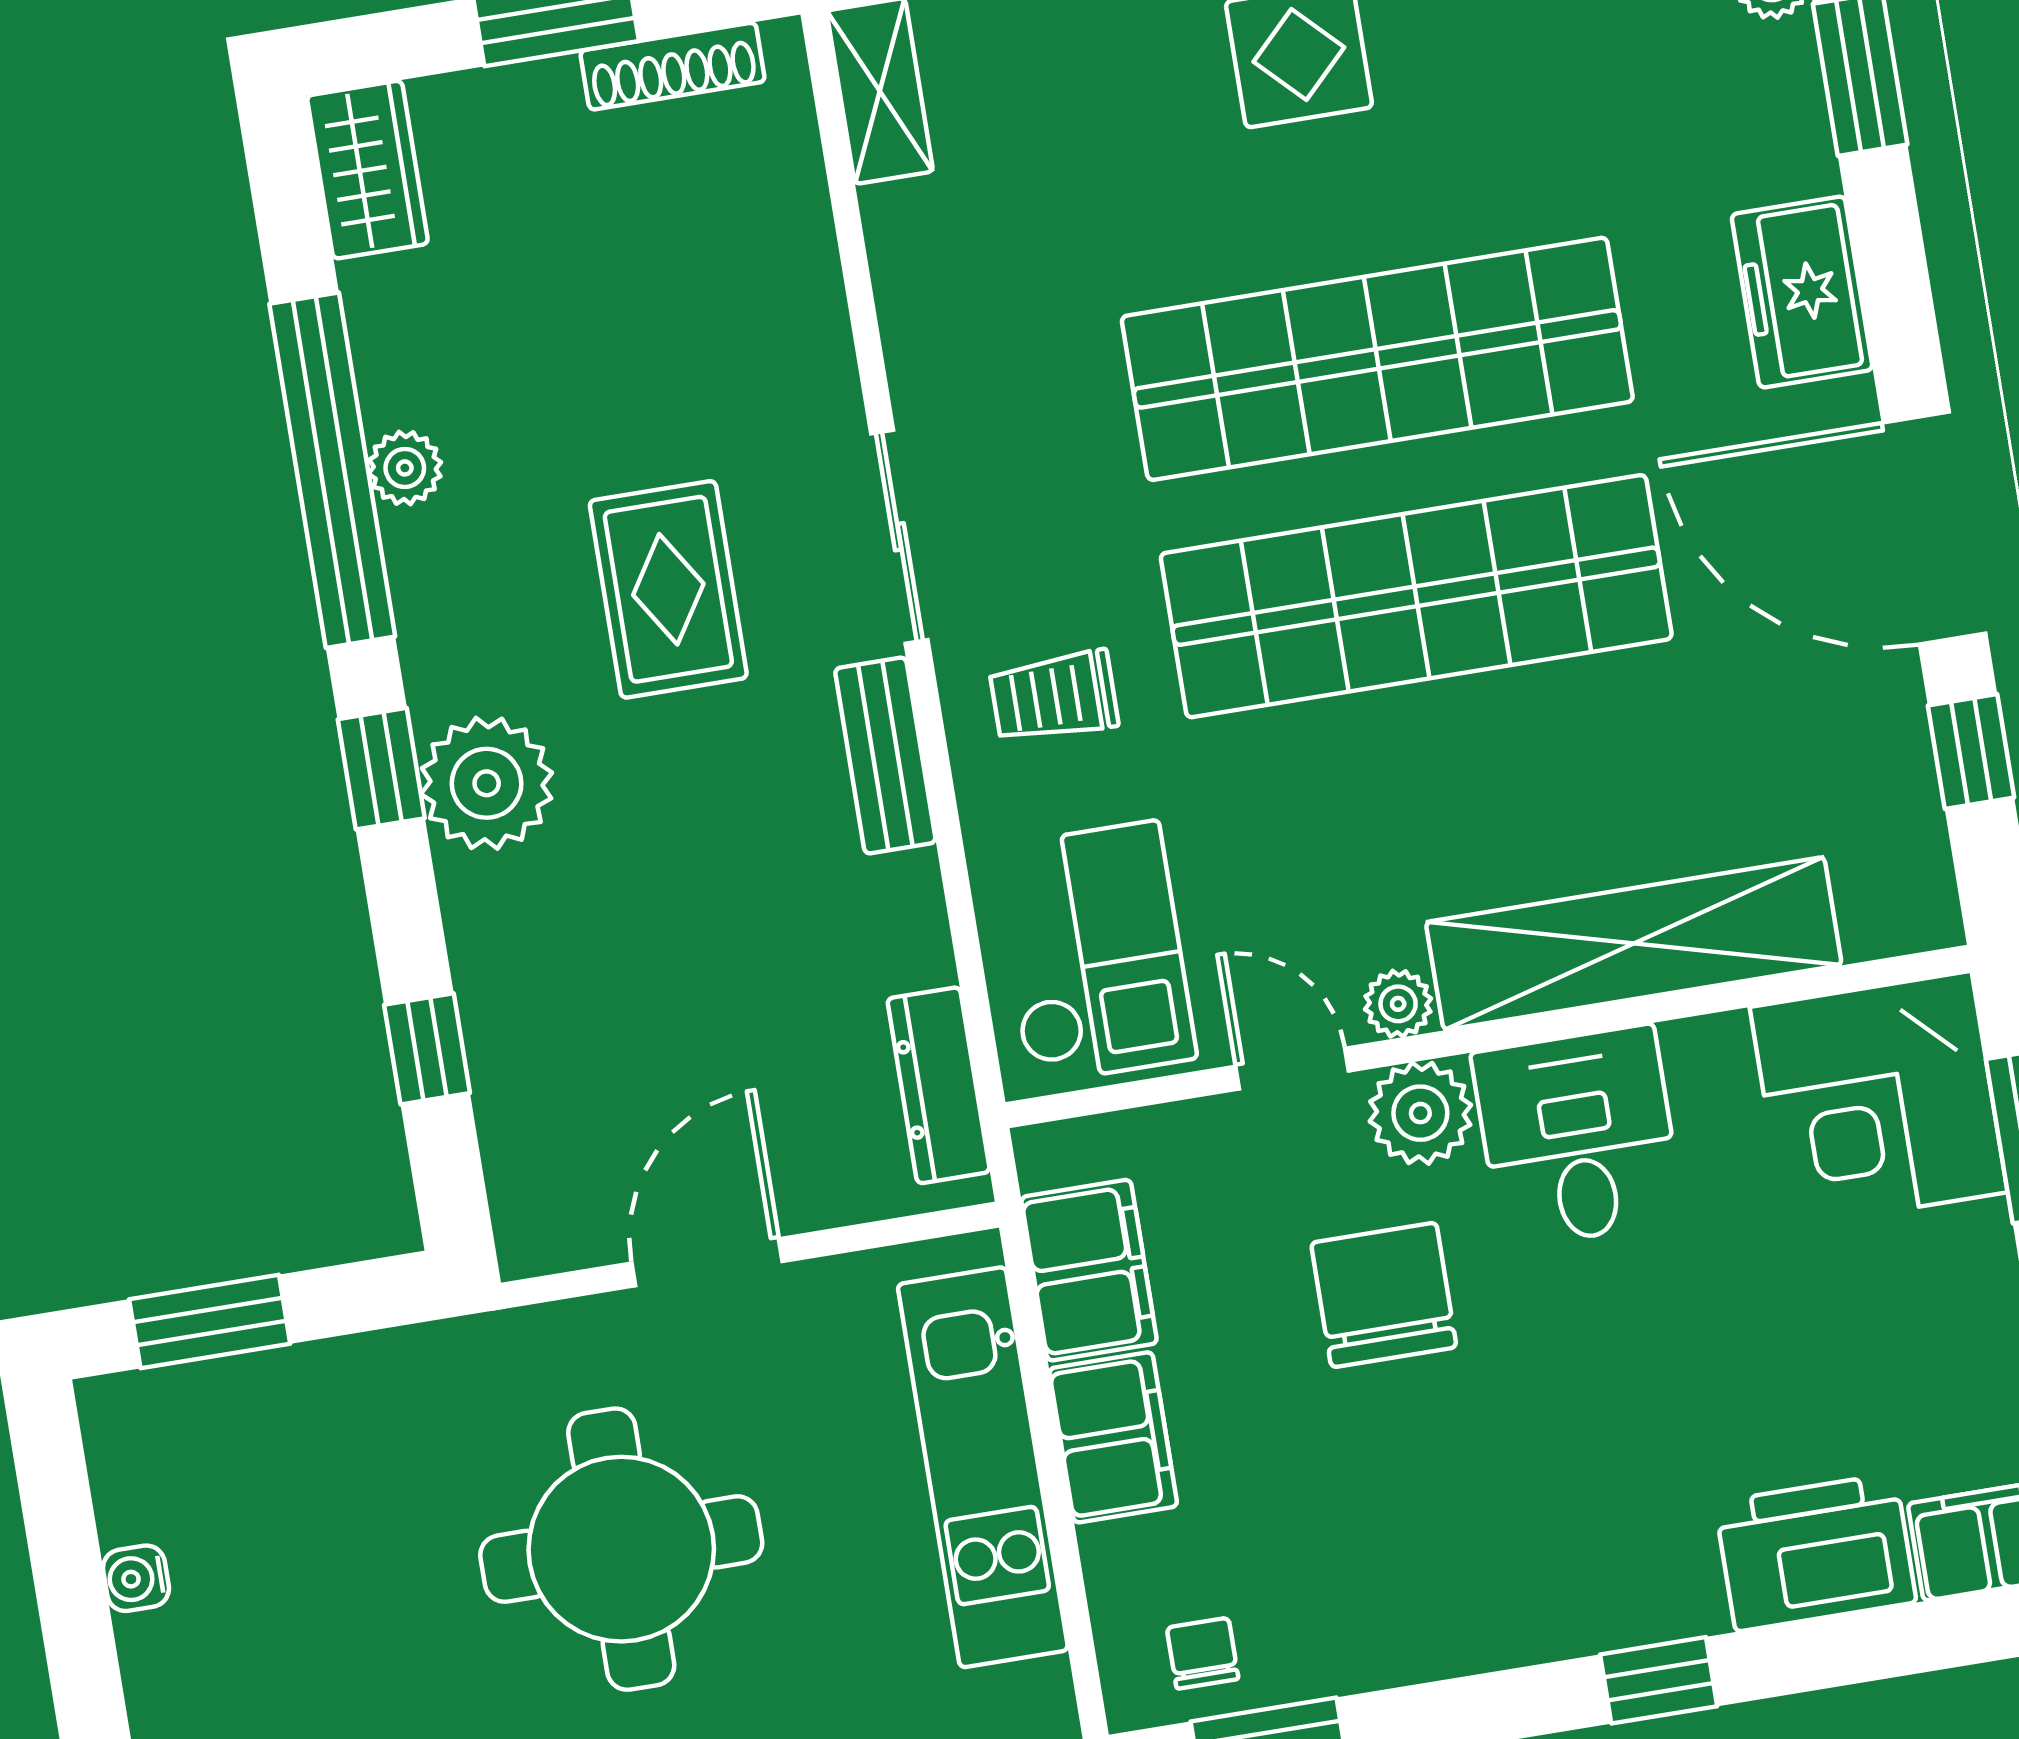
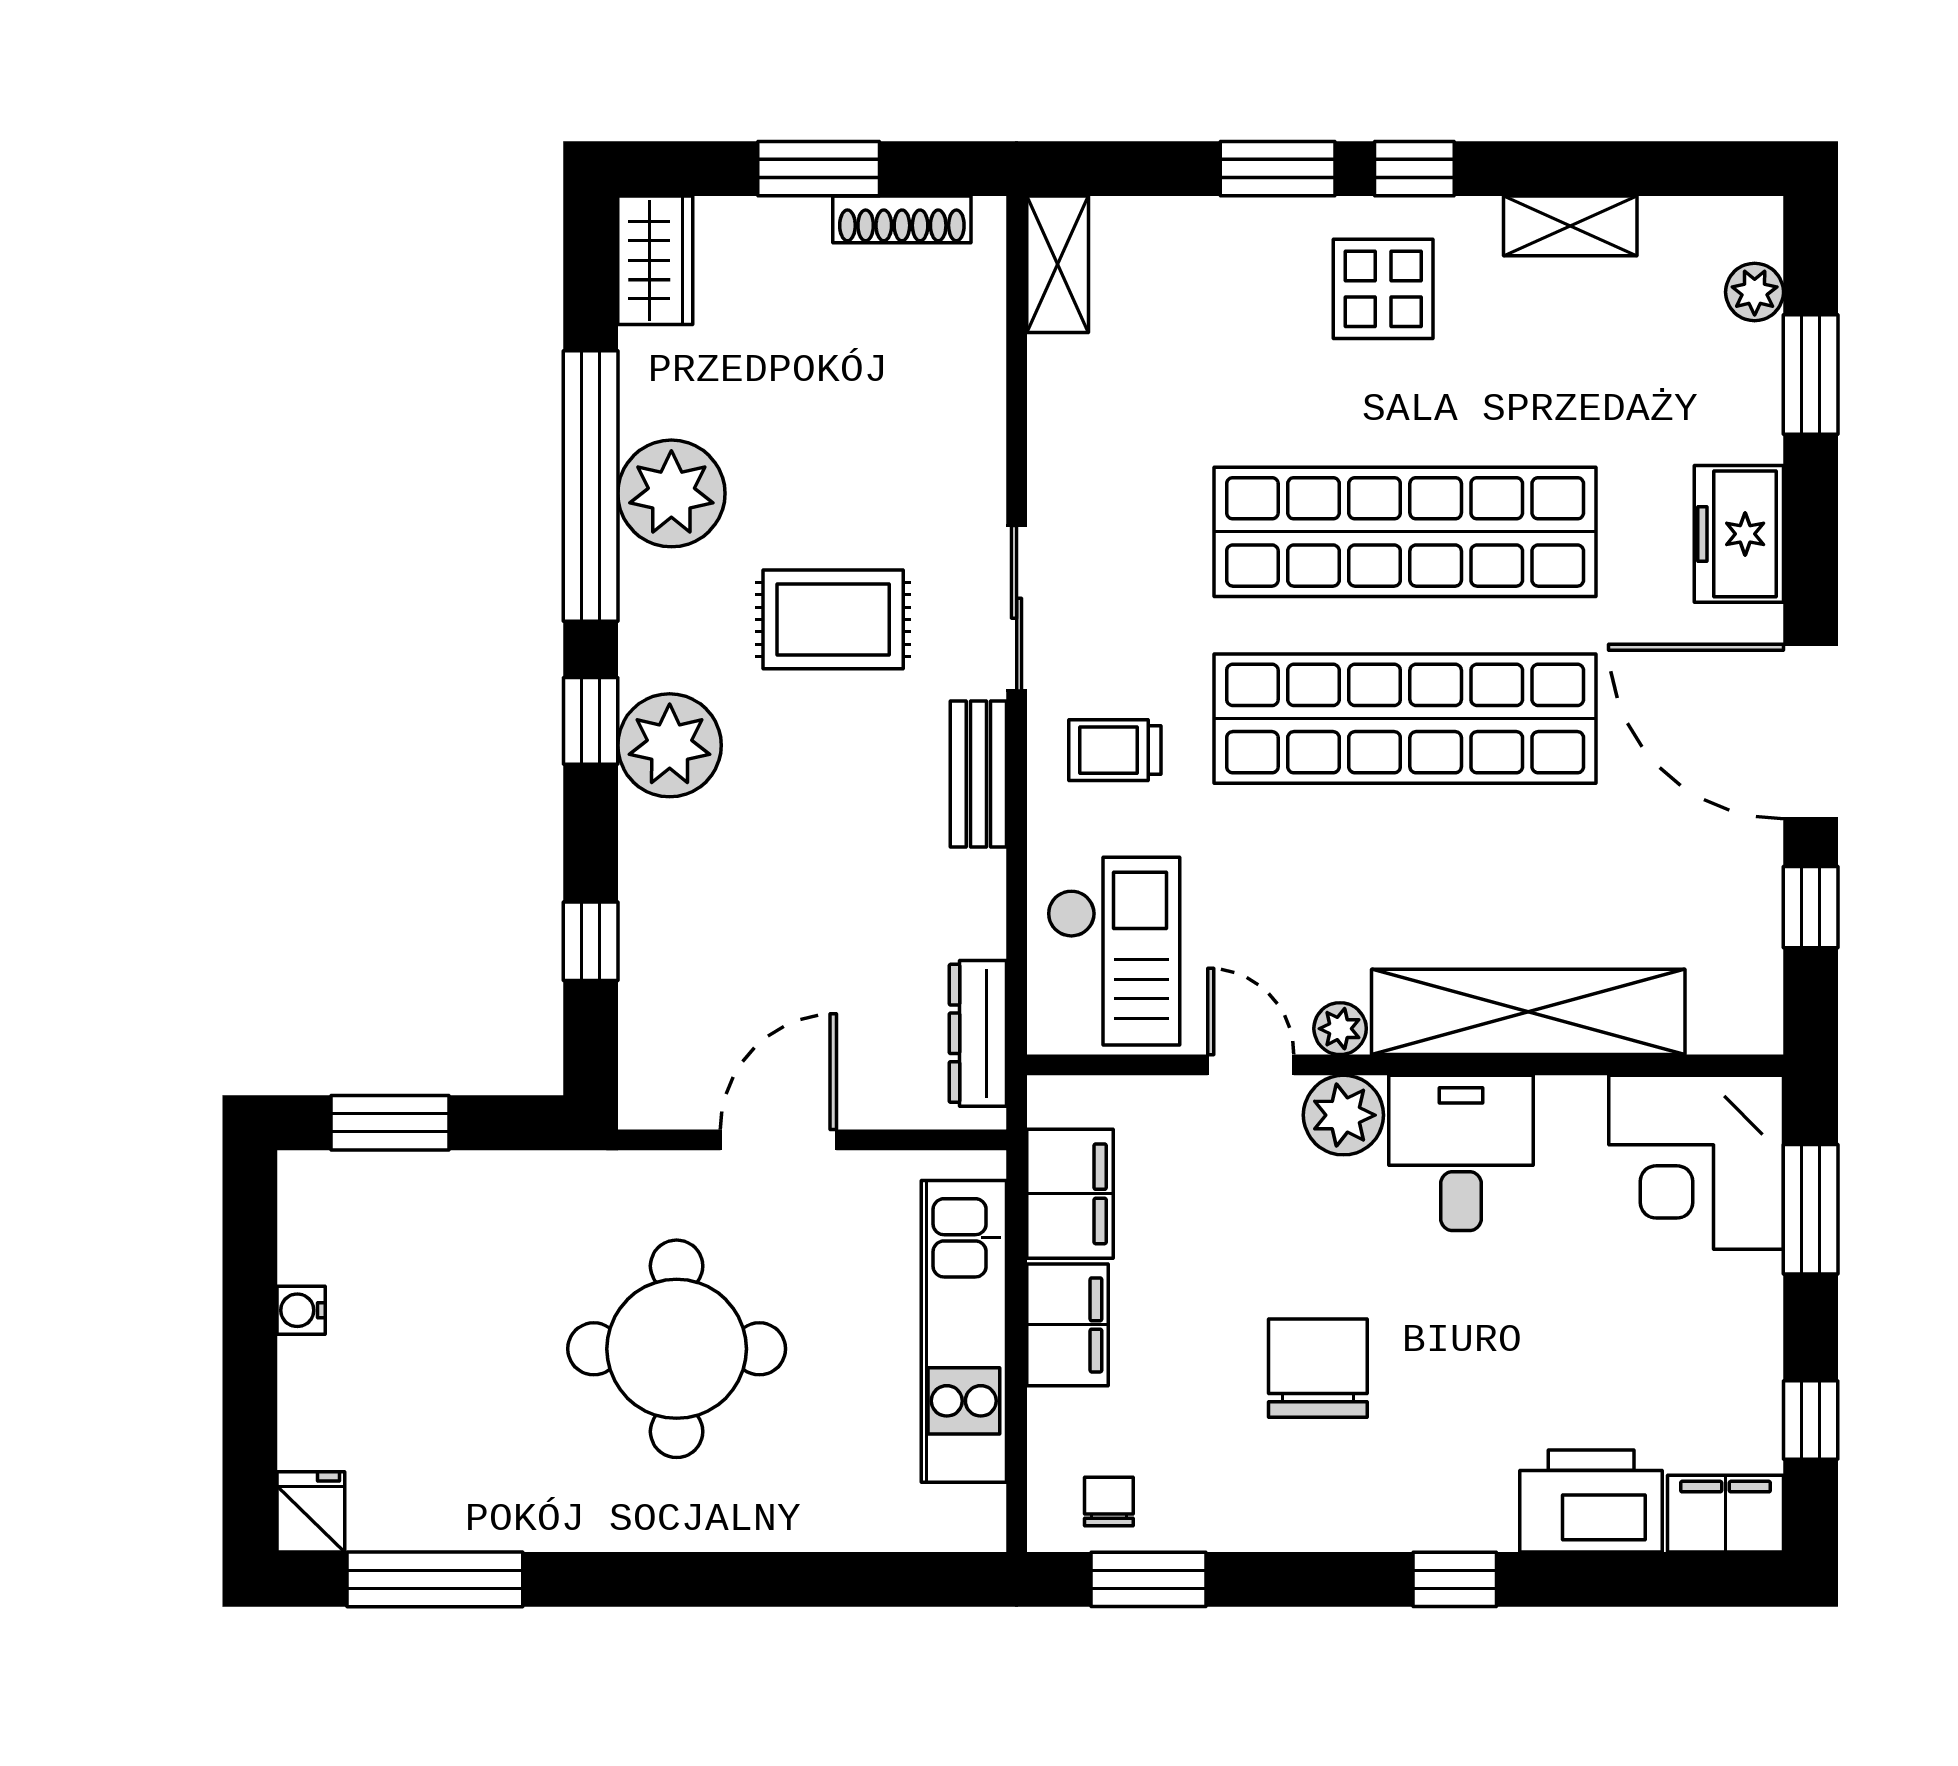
plant: (405, 468) -> (671, 493), width x1.87, depth x1.87
rug: (668, 589) -> (833, 619), turned 90
chair: (1384, 1295) -> (1318, 1368), moved

